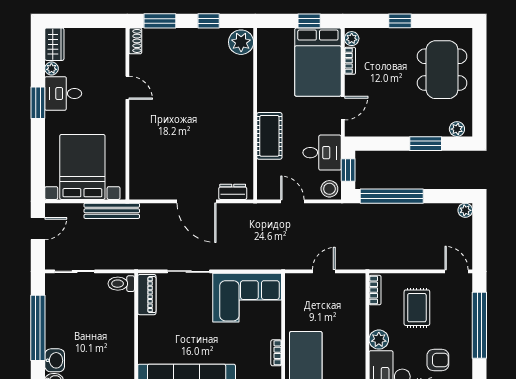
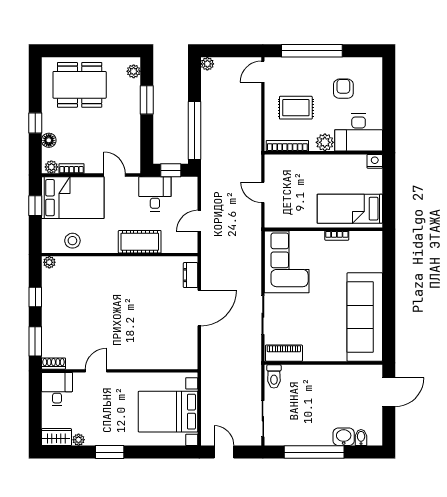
floor lamp: (381, 36) -> (49, 140), added
plant: (241, 42) -> (49, 262), width x0.53, depth x0.53
desk: (63, 93) -> (57, 389), moved, turned 180
stool: (329, 189) -> (72, 241), moved
bench: (112, 211) -> (208, 385), removed
bookcase: (375, 290) -> (287, 146), width x1.56

